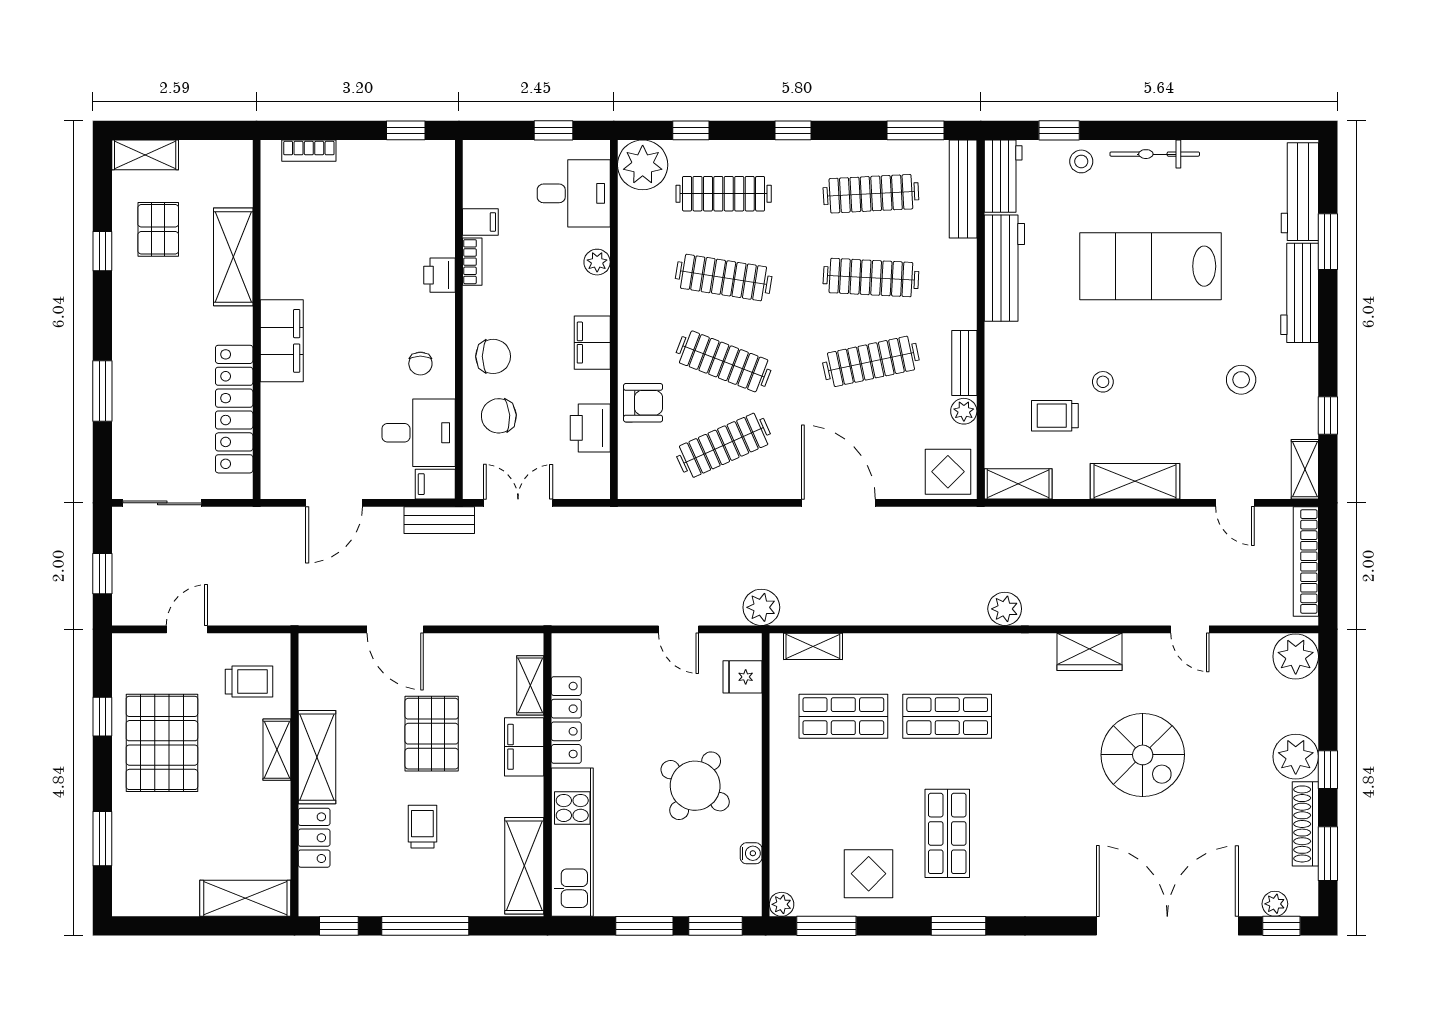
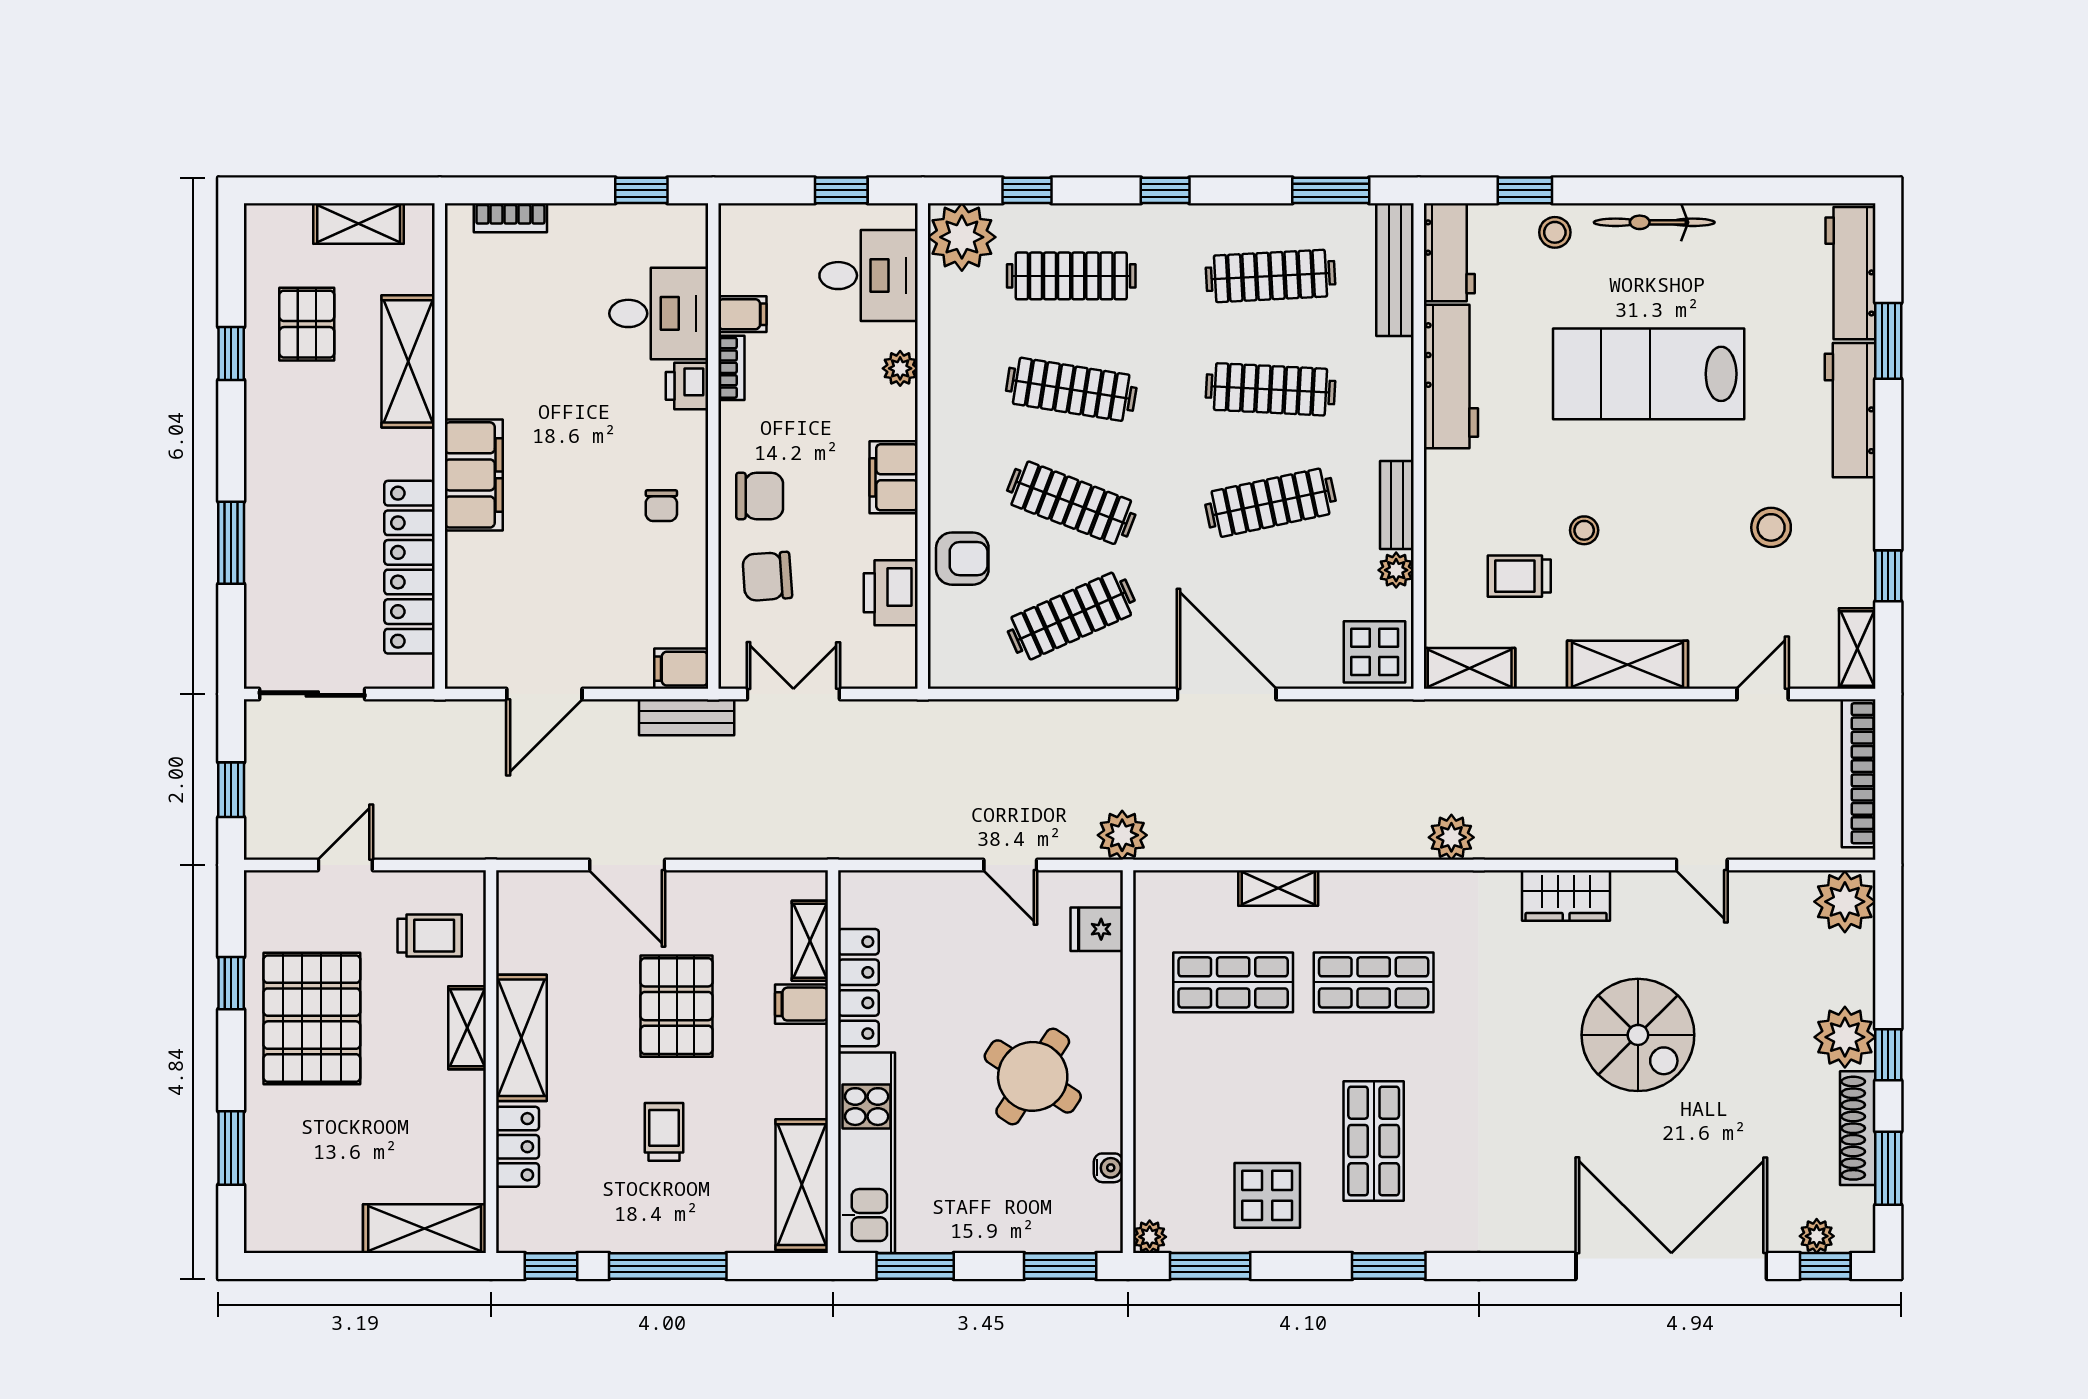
shelving: (145, 155) -> (359, 223), moved
desk: (419, 433) -> (659, 313), moved
door: (1235, 503) -> (1763, 694), swing flipped
shelving: (813, 646) -> (1278, 888), moved
filing cabinet: (524, 747) -> (802, 1004), width x0.50
window: (644, 926) -> (915, 1266), moved

